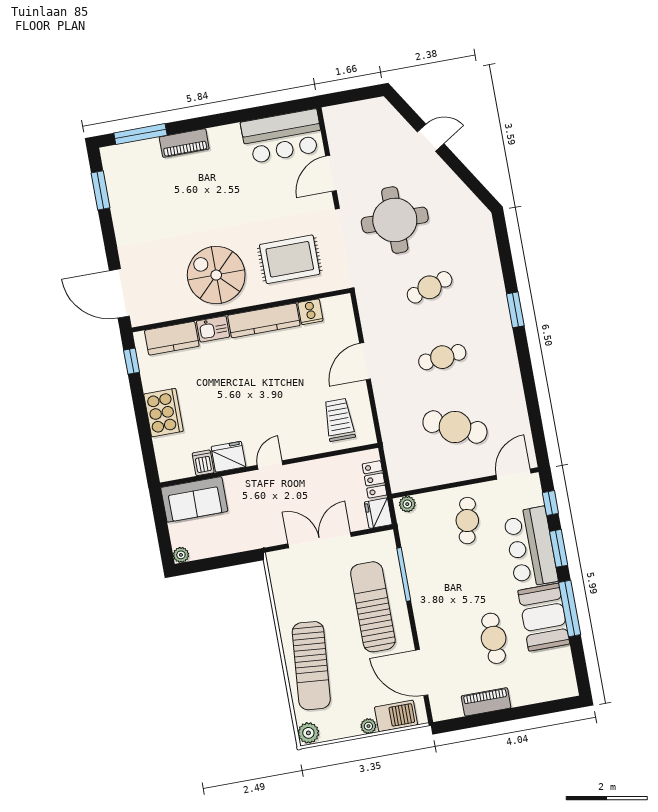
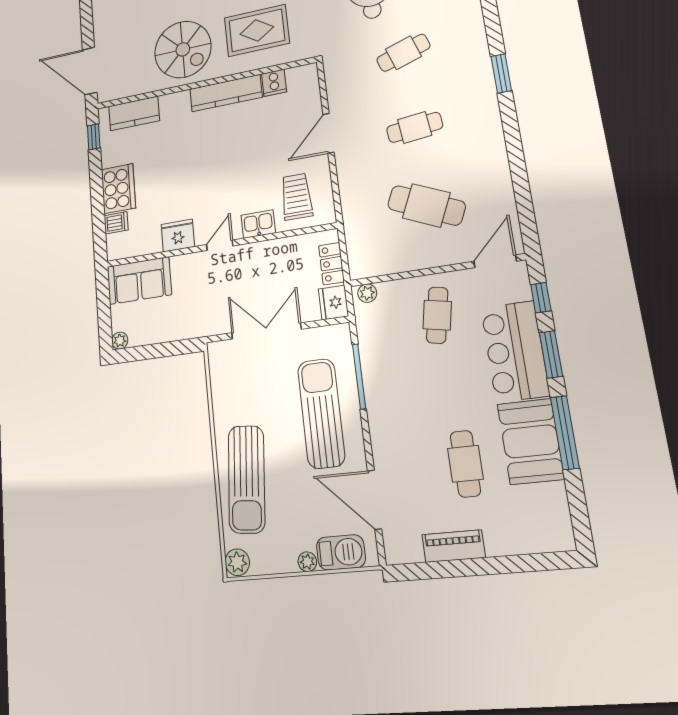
spiral stairs: (216, 275) -> (183, 49), turned 180
kitchen sink: (213, 329) -> (258, 224), moved, turned 180
dishwasher: (203, 463) -> (116, 223), moved, turned 90

